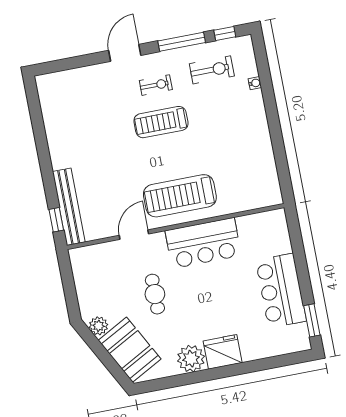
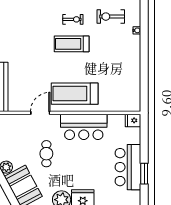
exercise bike: (212, 70) -> (111, 17), turned 180
fridge: (275, 219) -> (133, 120), added
window: (312, 320) -> (144, 174), moved

